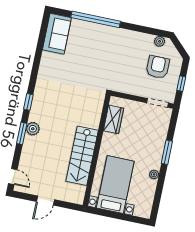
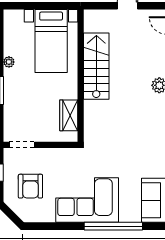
plant: (160, 41) -> (35, 216), removed
corner sofa: (113, 46) -> (87, 200), added

